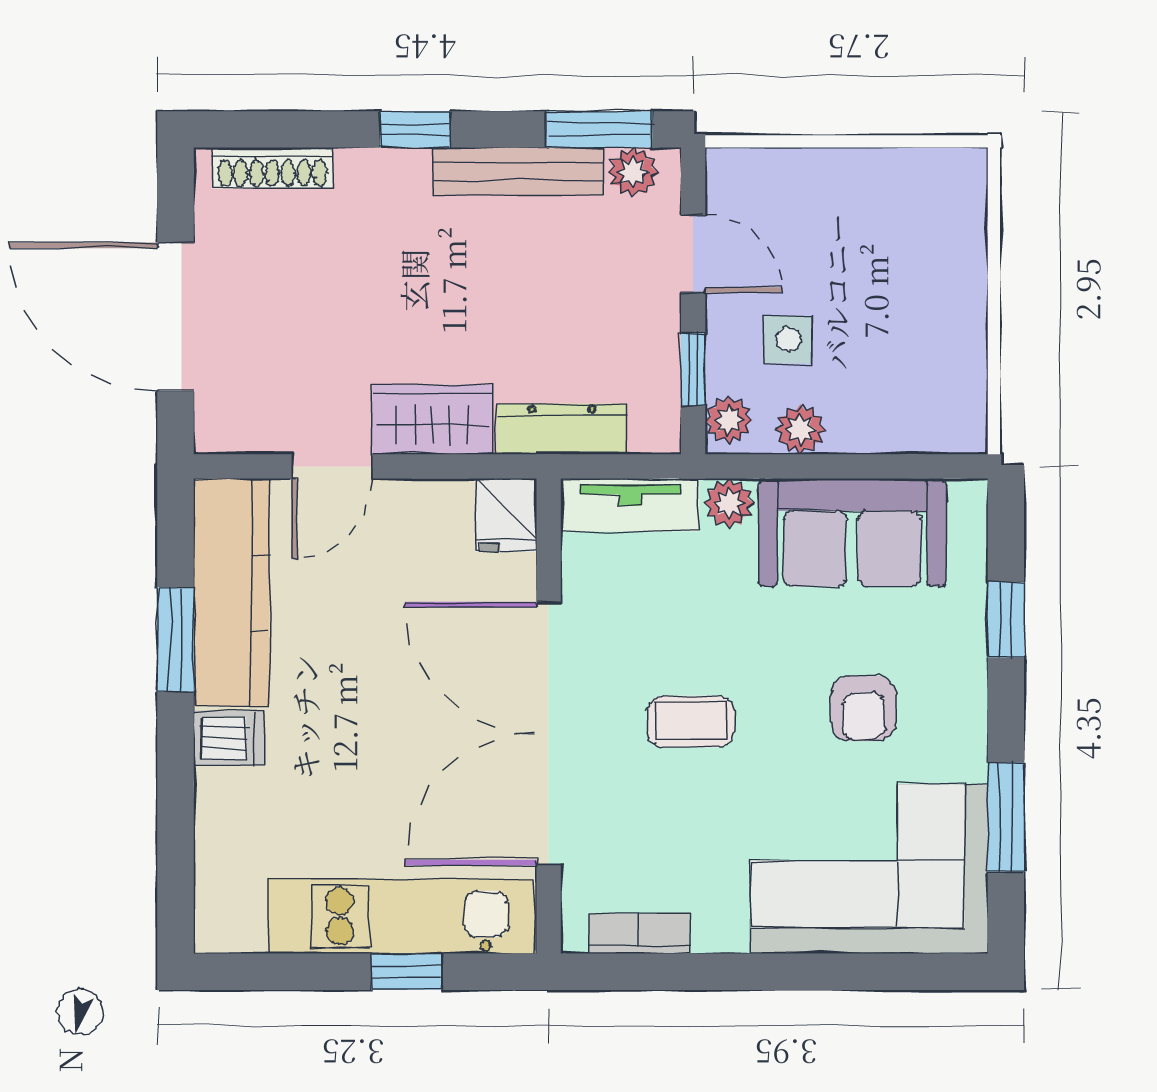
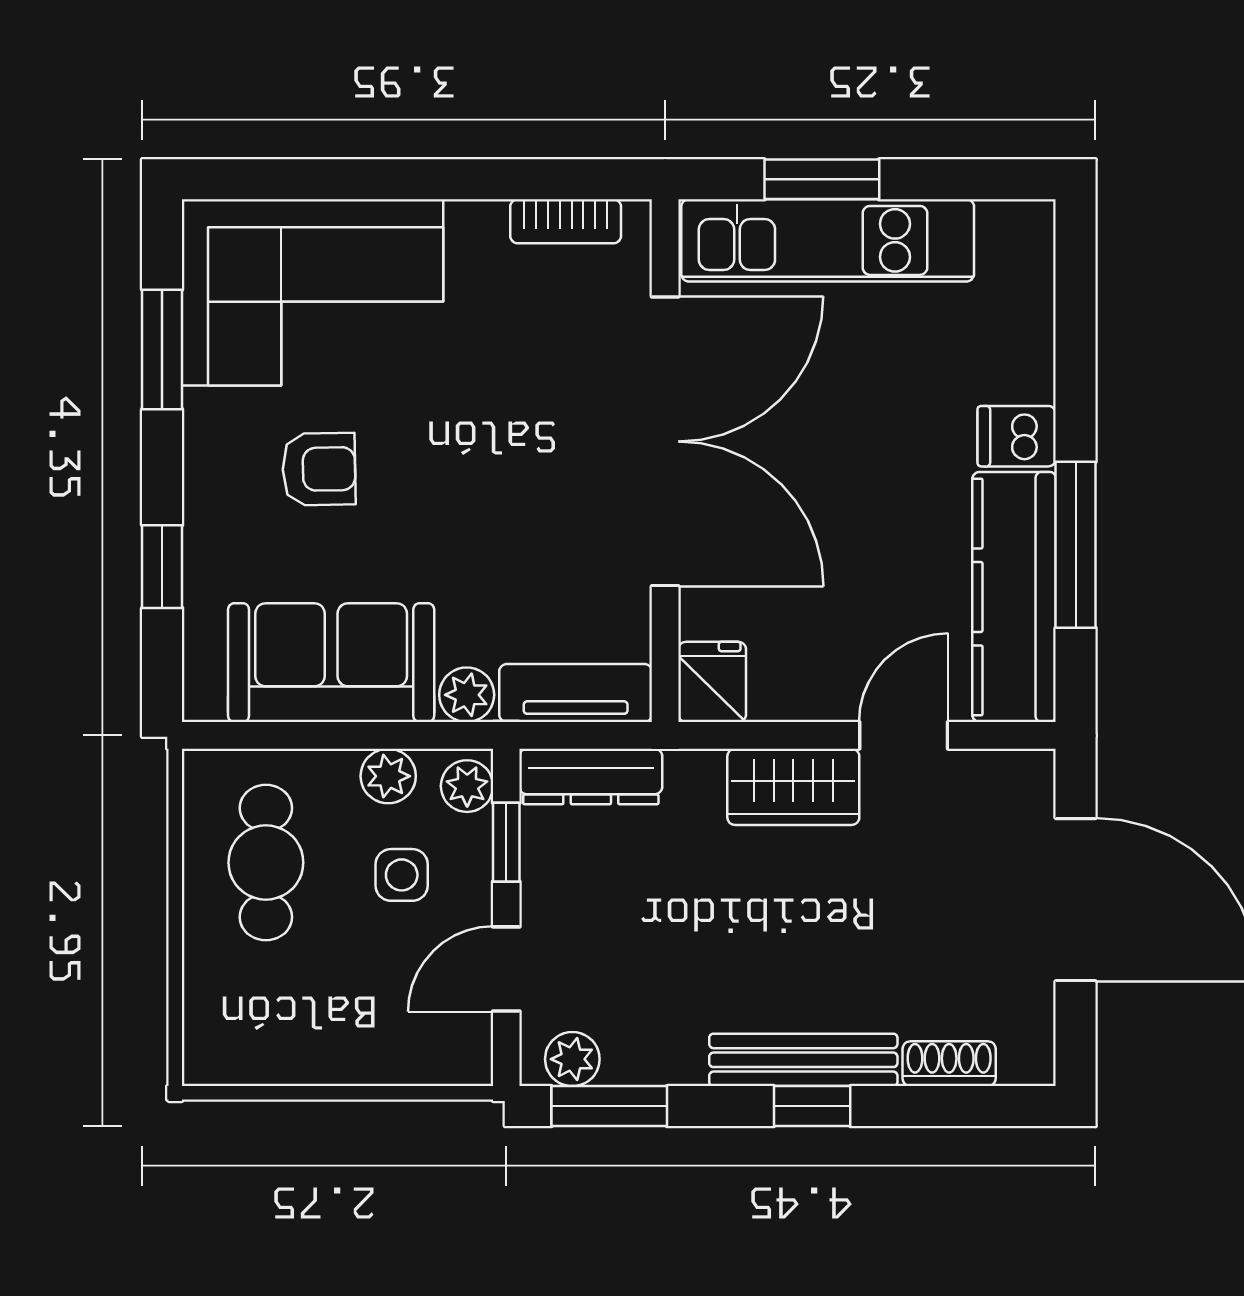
shoe rack: (272, 168) -> (949, 1064), width x0.70
bench: (518, 171) -> (803, 1060), moved
door: (693, 254) -> (506, 969), hinge flipped
cafe table: (912, 351) -> (266, 863), added
dresser: (562, 429) -> (591, 777), moved
window: (176, 640) -> (1076, 545), width x1.44
armchair: (863, 708) -> (319, 469), turned 89
coffee table: (691, 721) -> (509, 455), removed
window: (406, 972) -> (822, 179), width x1.50

